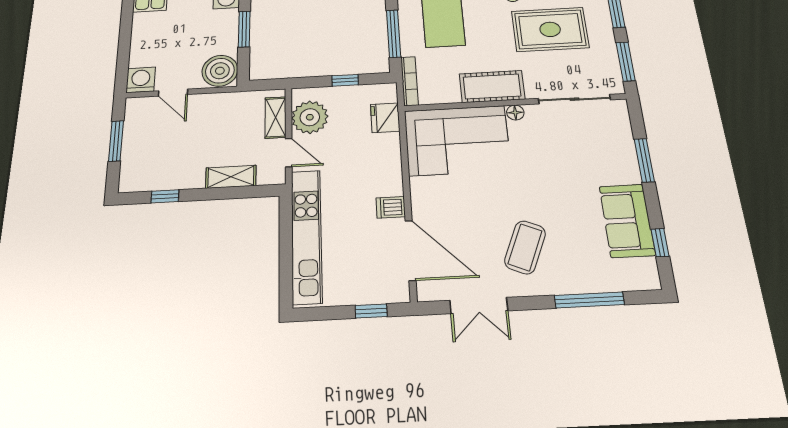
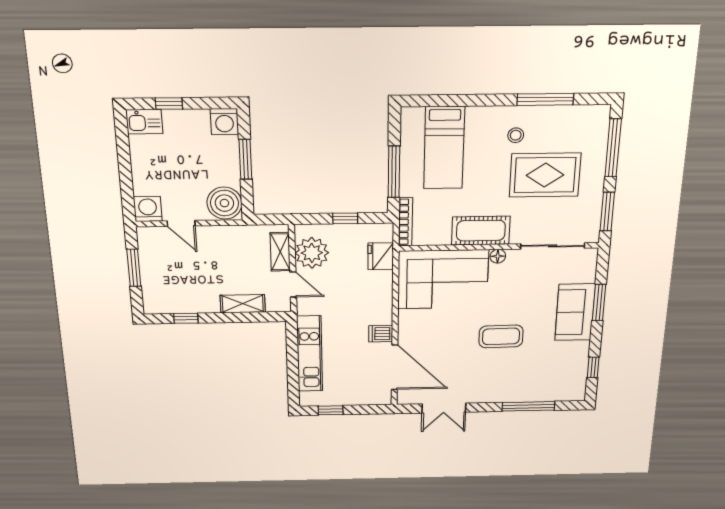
sofa: (627, 221) -> (575, 312), moved
kitchen unit: (306, 236) -> (310, 354), width x0.73
coffee table: (525, 247) -> (501, 336), moved, turned 66
window: (371, 311) -> (331, 410), moved

